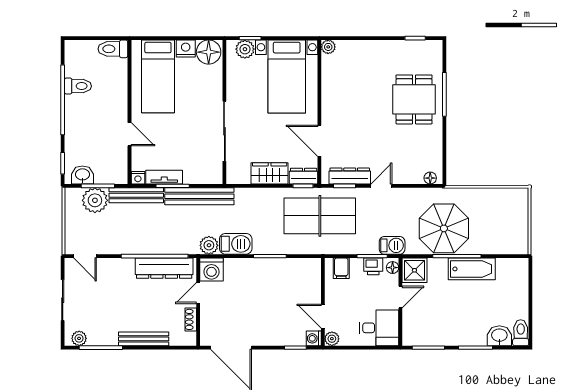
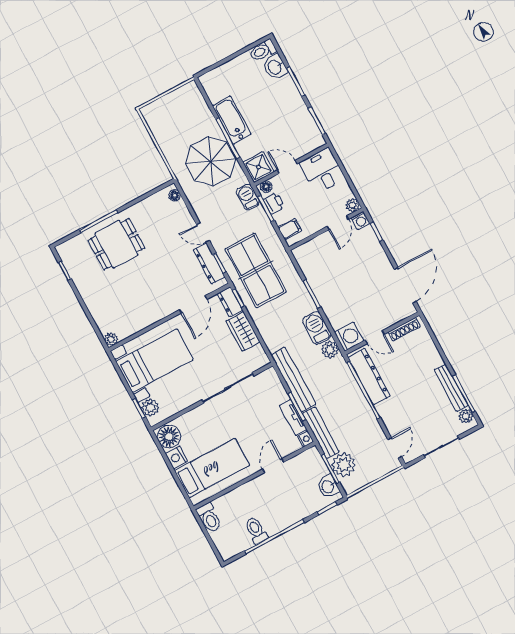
shoe rack: (191, 319) -> (404, 329), width x1.43
bench: (144, 339) -> (451, 388), moved

